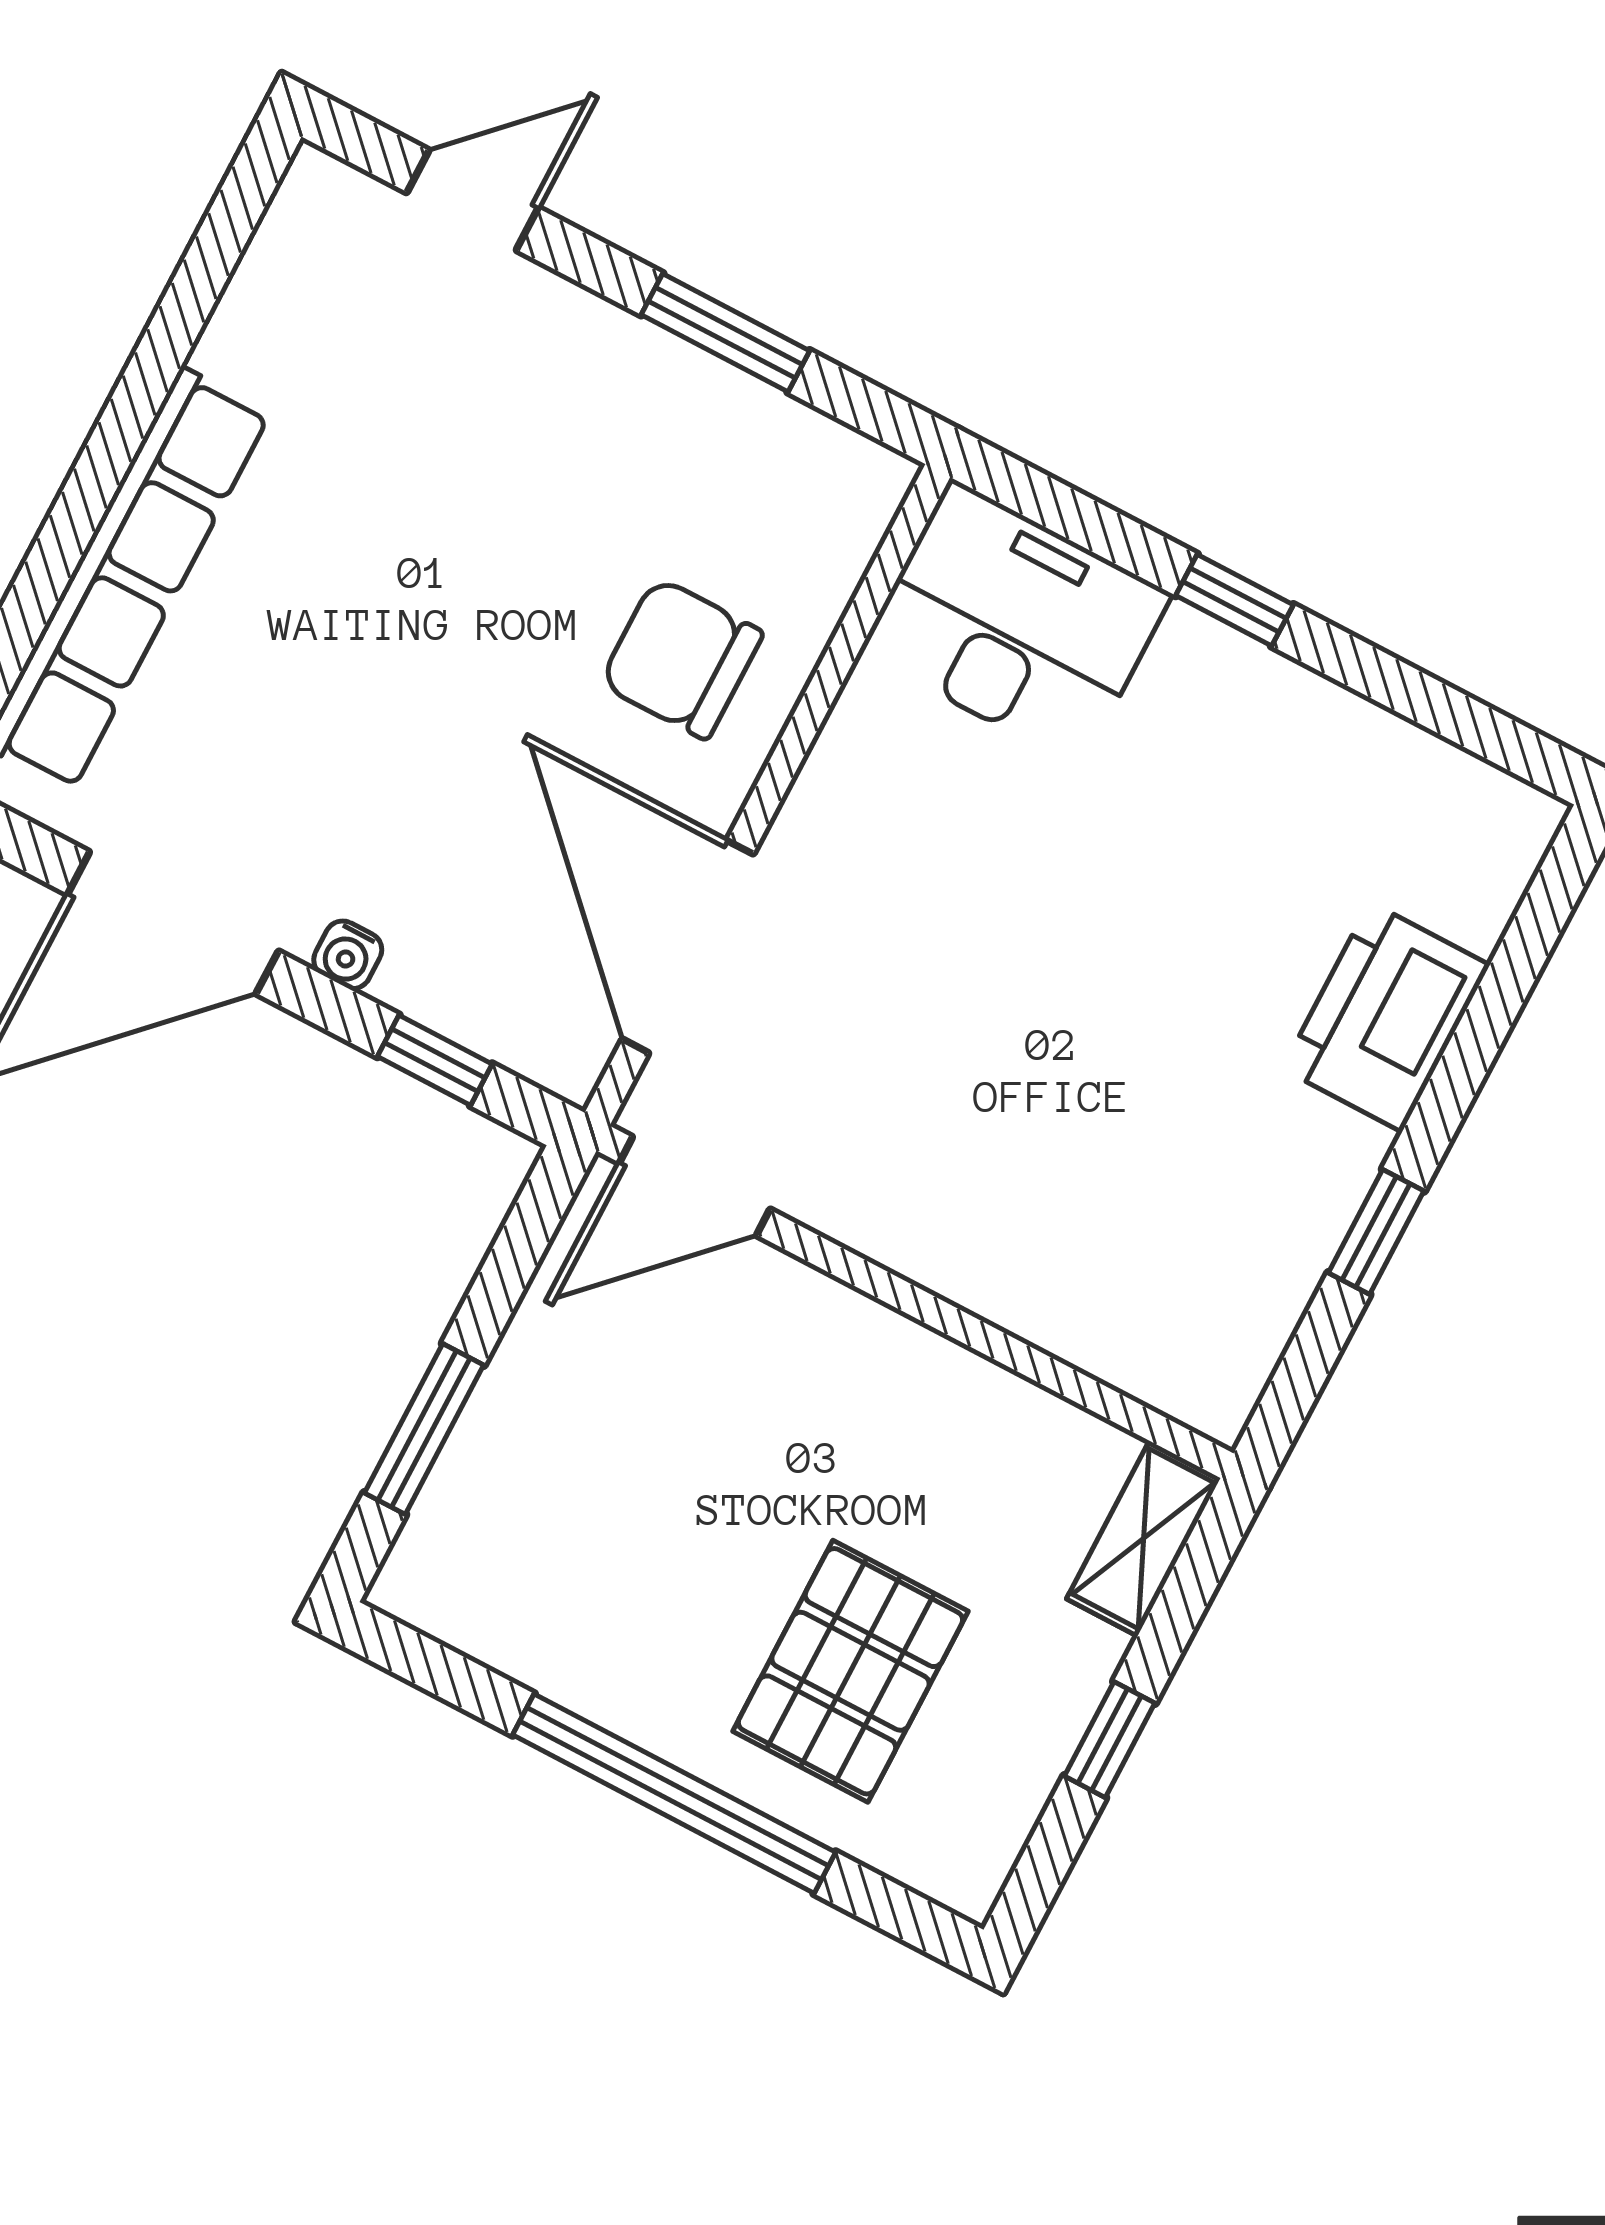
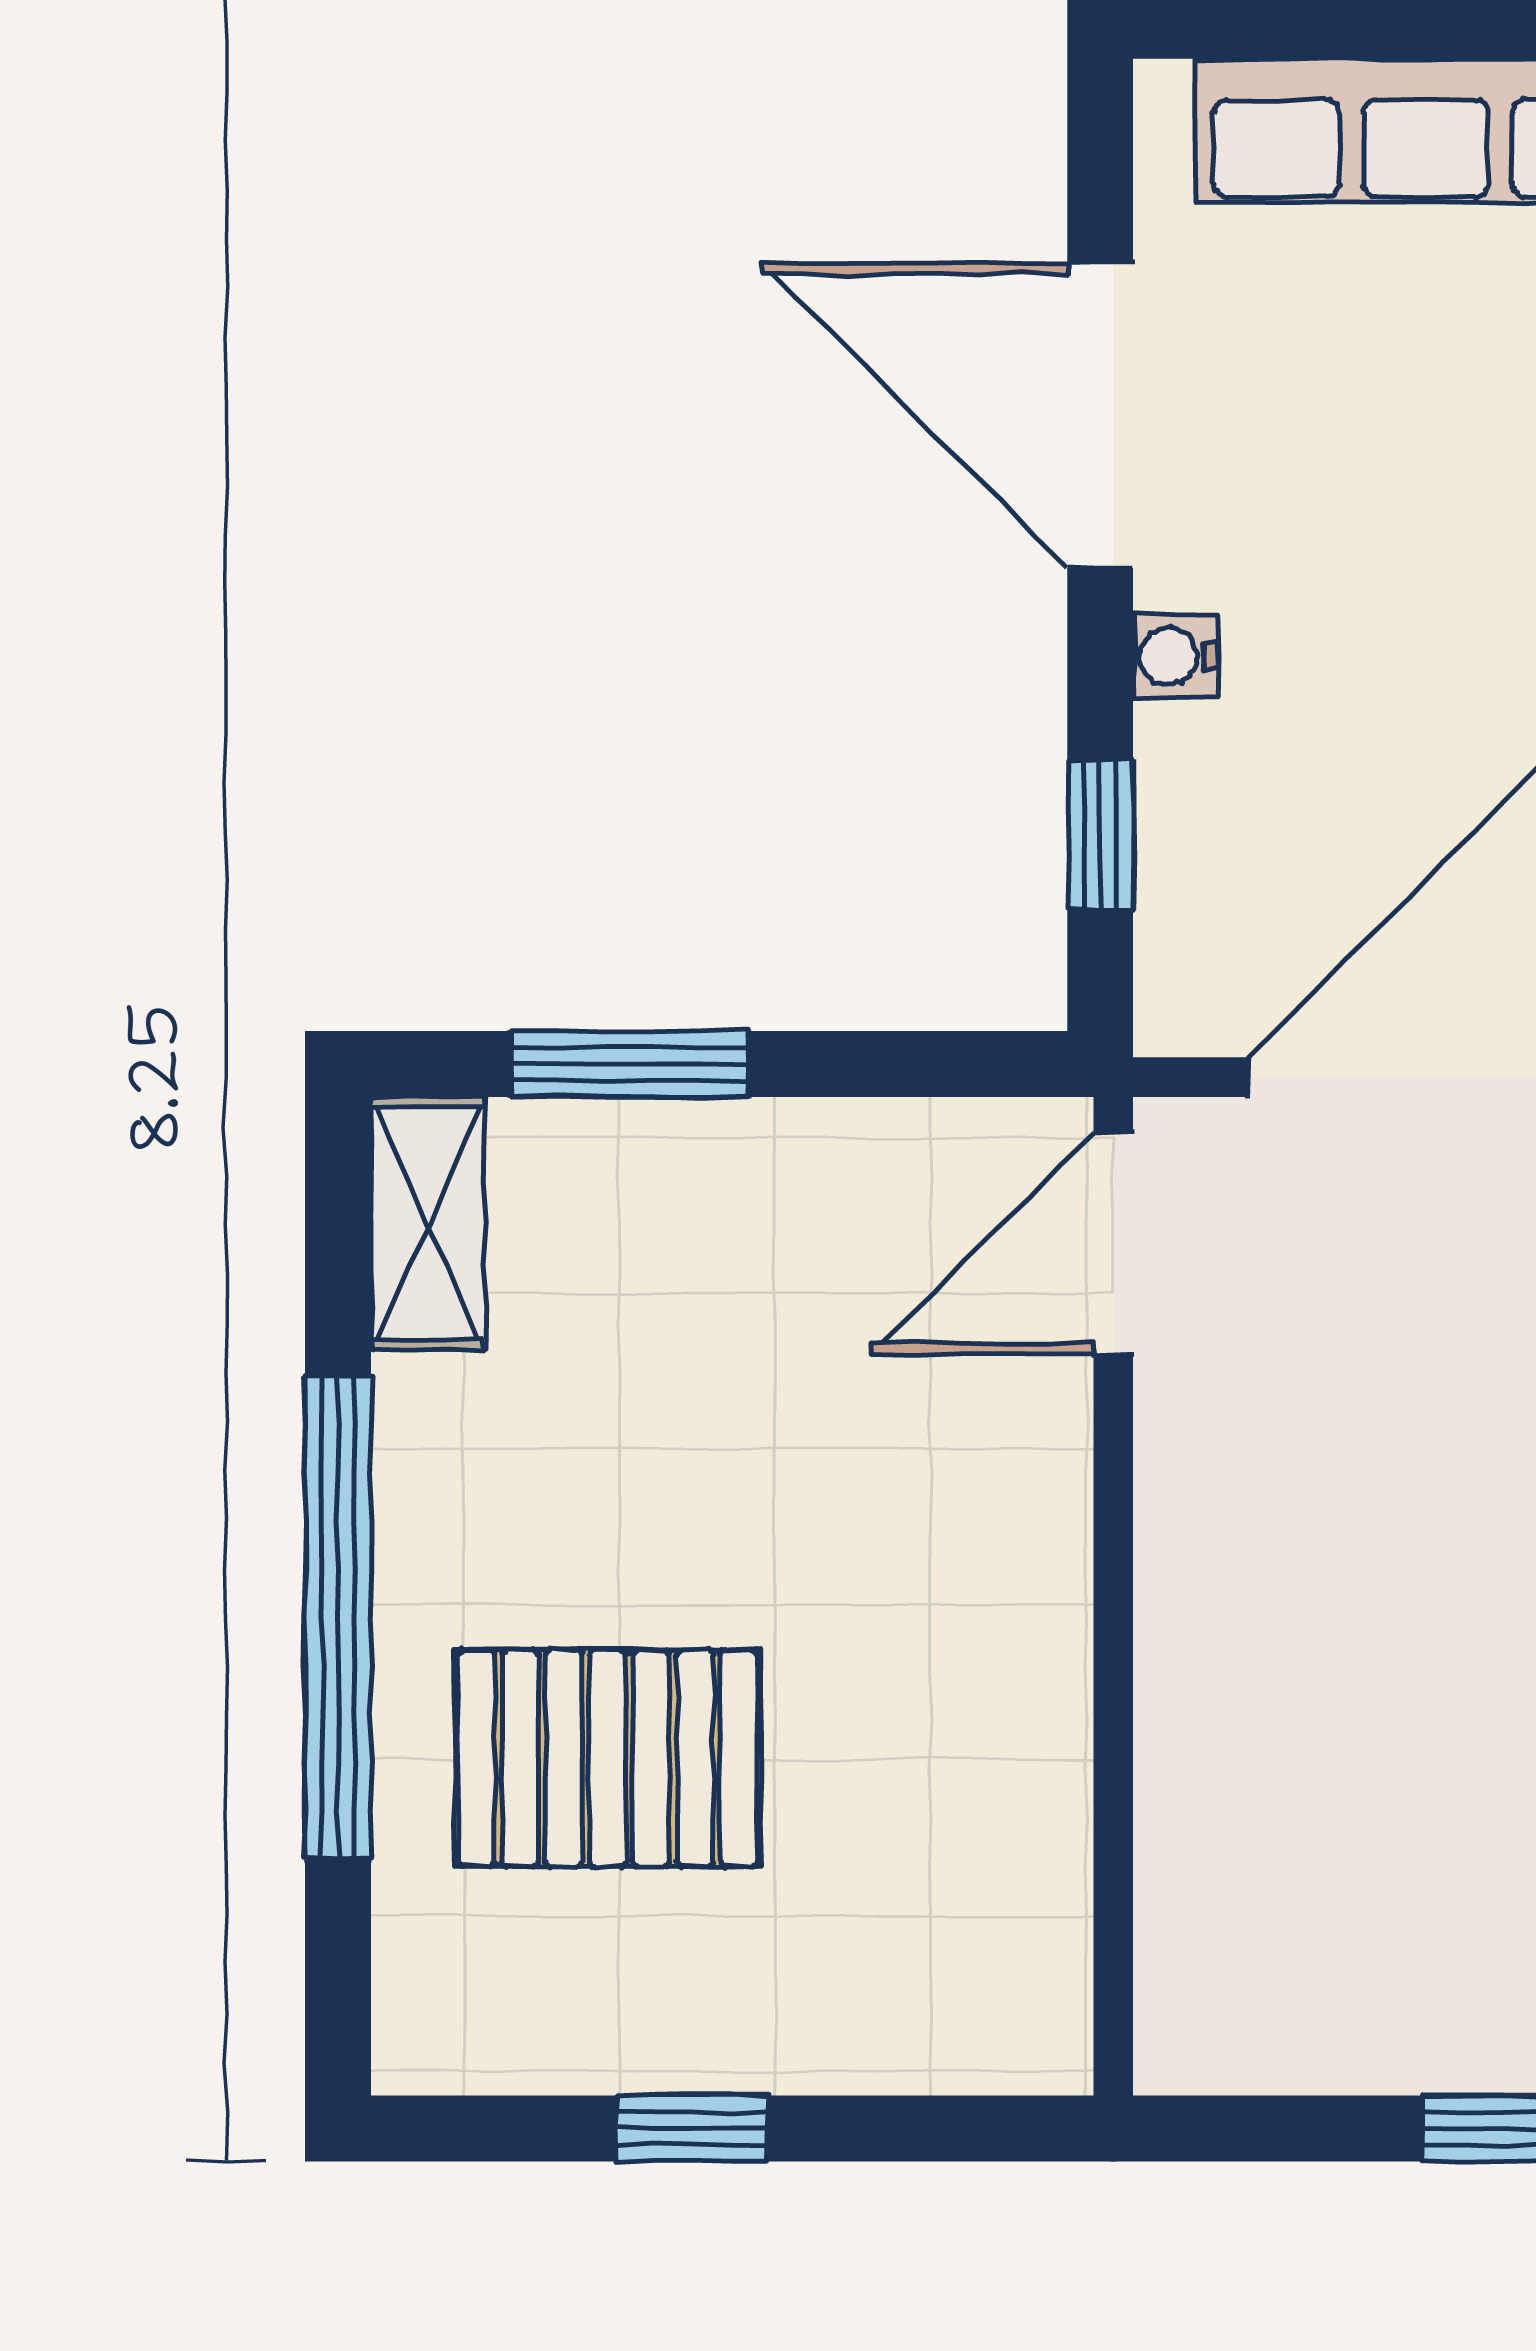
door: (695, 1186) -> (1113, 1243), hinge flipped
shelving: (1144, 1539) -> (428, 1223), moved, turned 90

